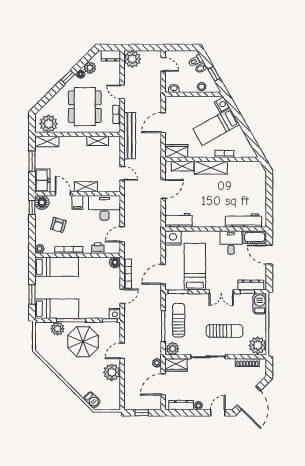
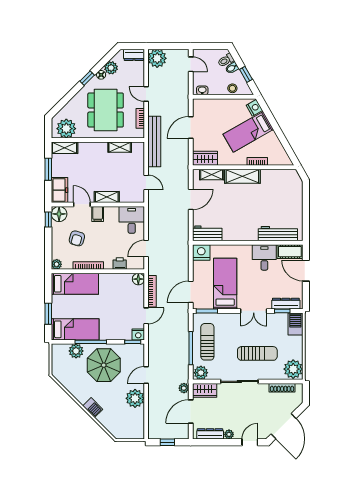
desk: (104, 208) -> (132, 220), width x0.73
barbecue: (92, 400) -> (93, 408), moved

